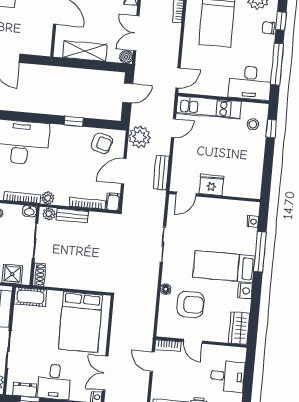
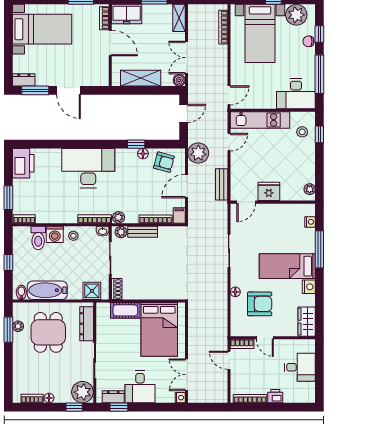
floor lamp: (80, 132) -> (143, 154), added
plant: (255, 186) -> (310, 189), added
cot: (30, 297) -> (125, 310), moved

